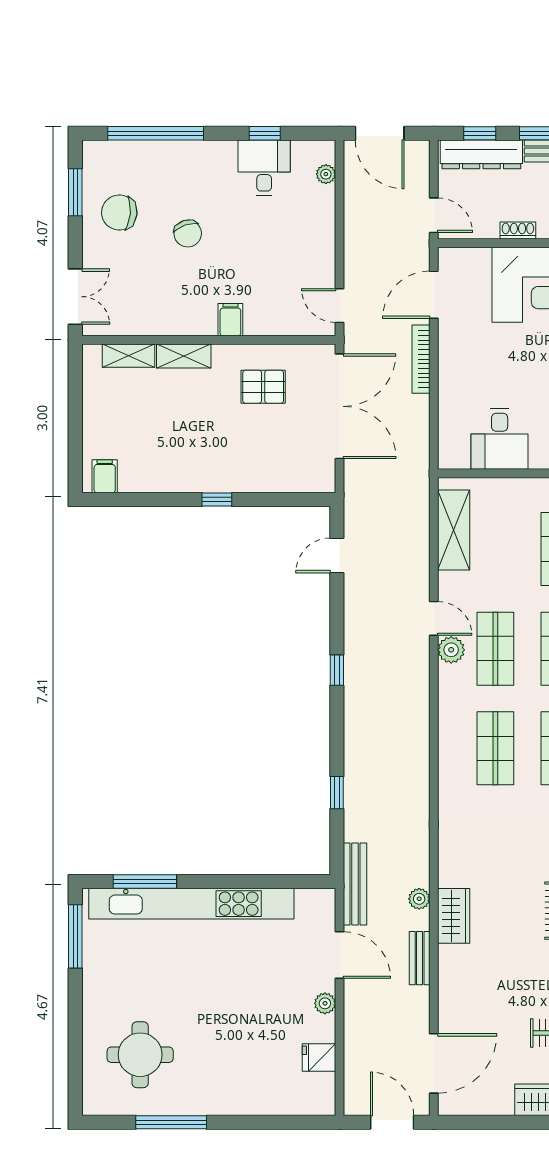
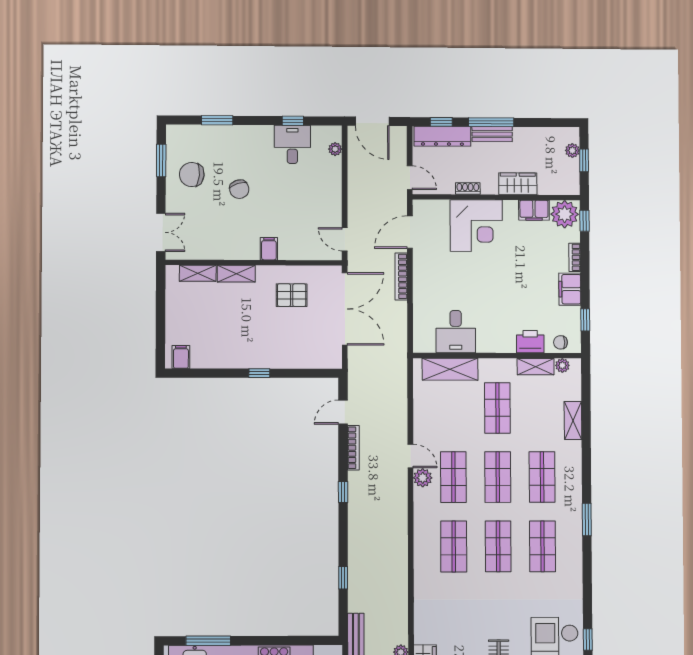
window: (156, 133) -> (217, 120), width x0.47
shelving: (454, 530) -> (450, 369), moved, turned 90
bookcase: (352, 607) -> (353, 448), added

